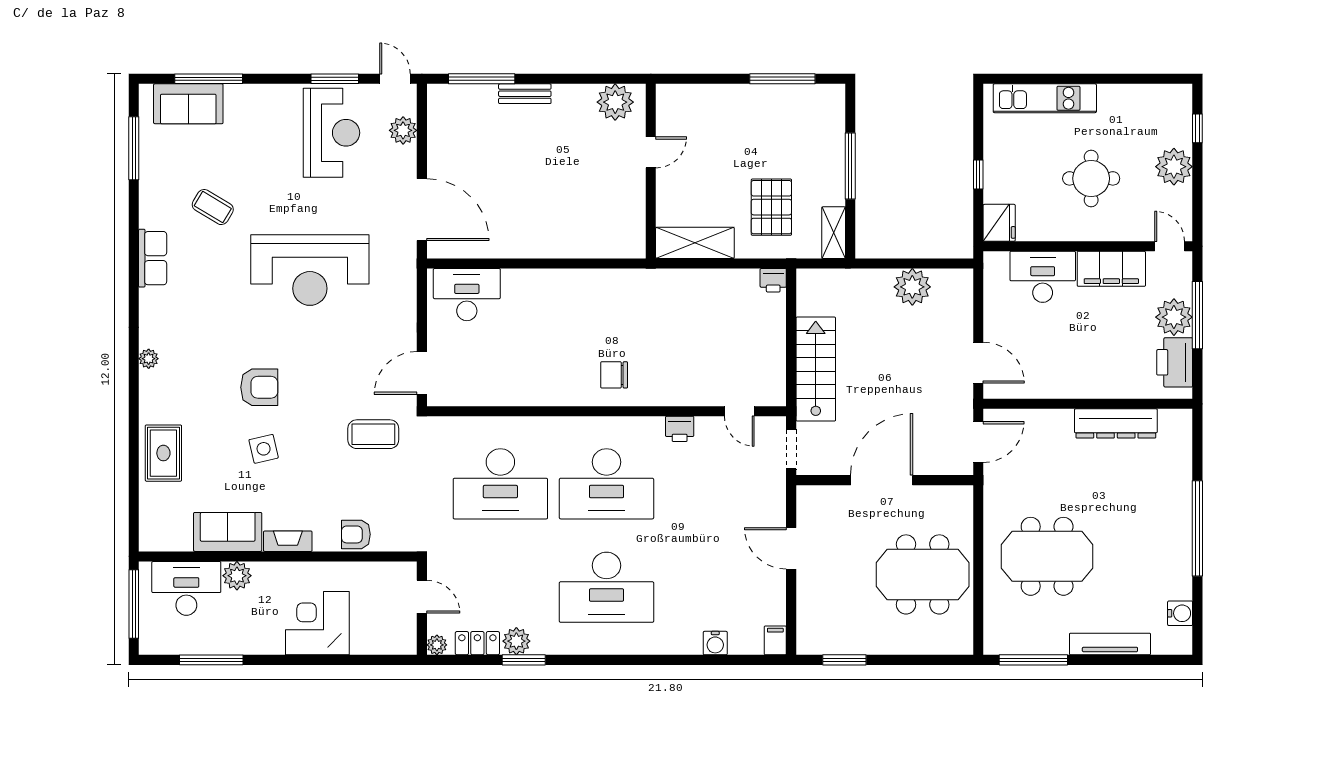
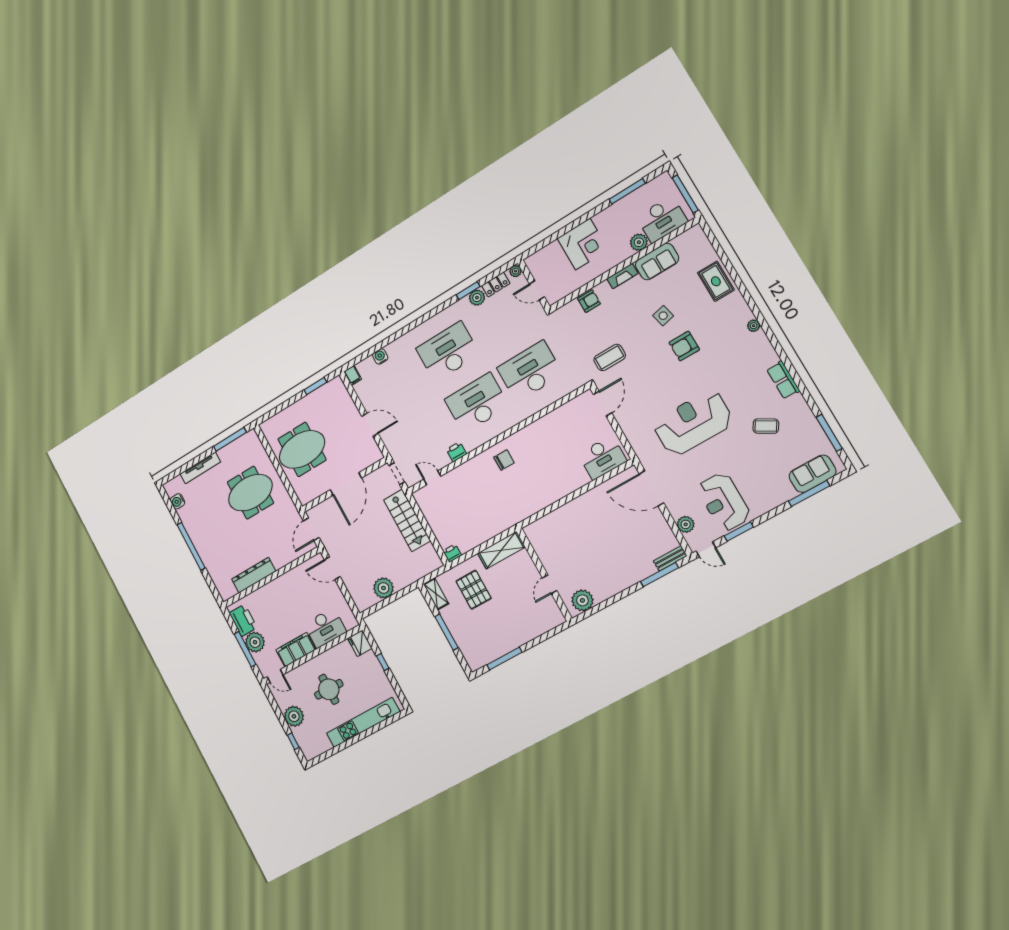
bench: (525, 94) -> (670, 558), moved
kitchen unit: (1045, 98) -> (363, 722), width x1.36

